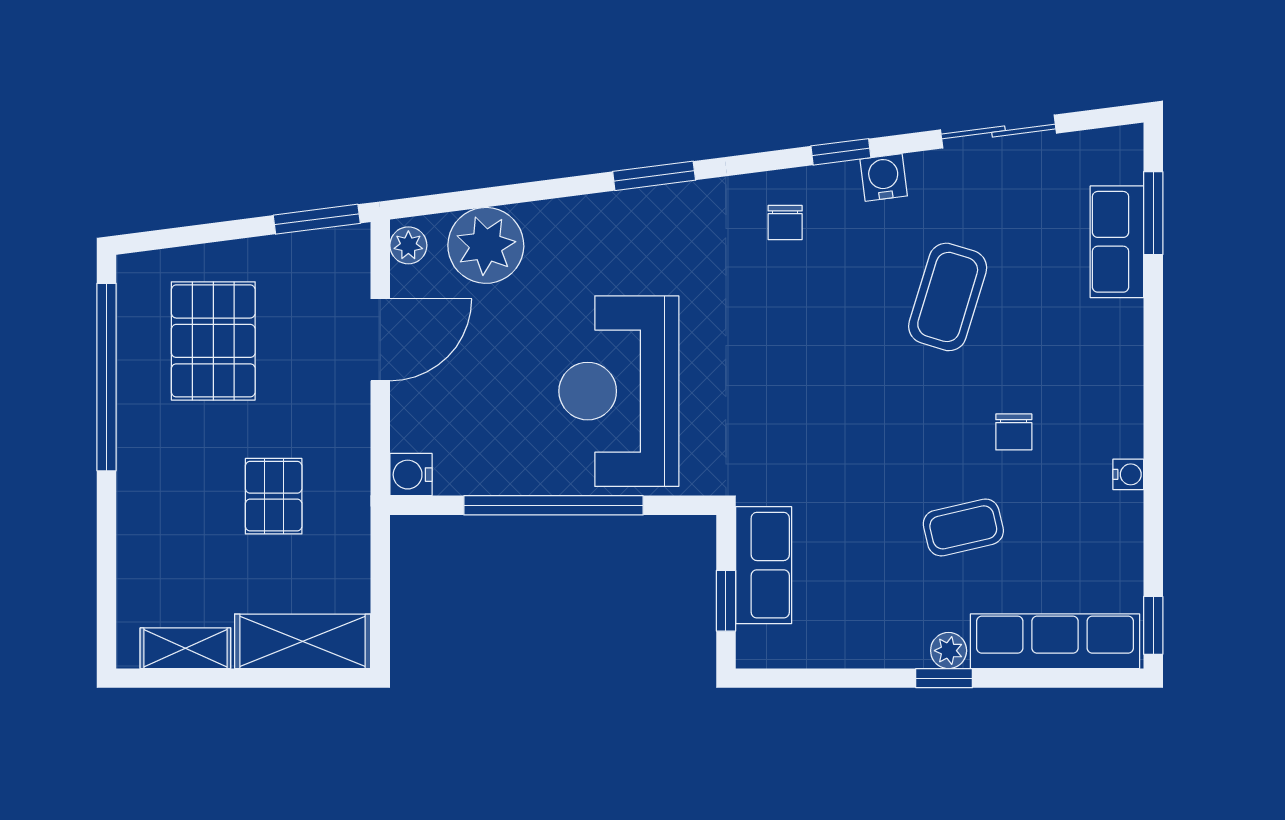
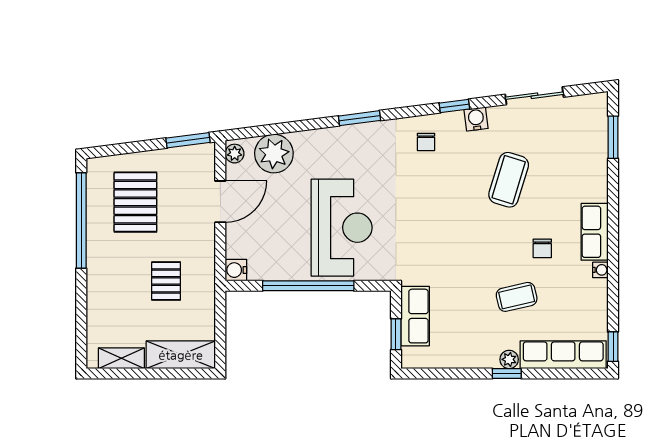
row of seats: (1117, 242) -> (595, 232), moved
reception desk: (619, 391) -> (342, 228), turned 180

